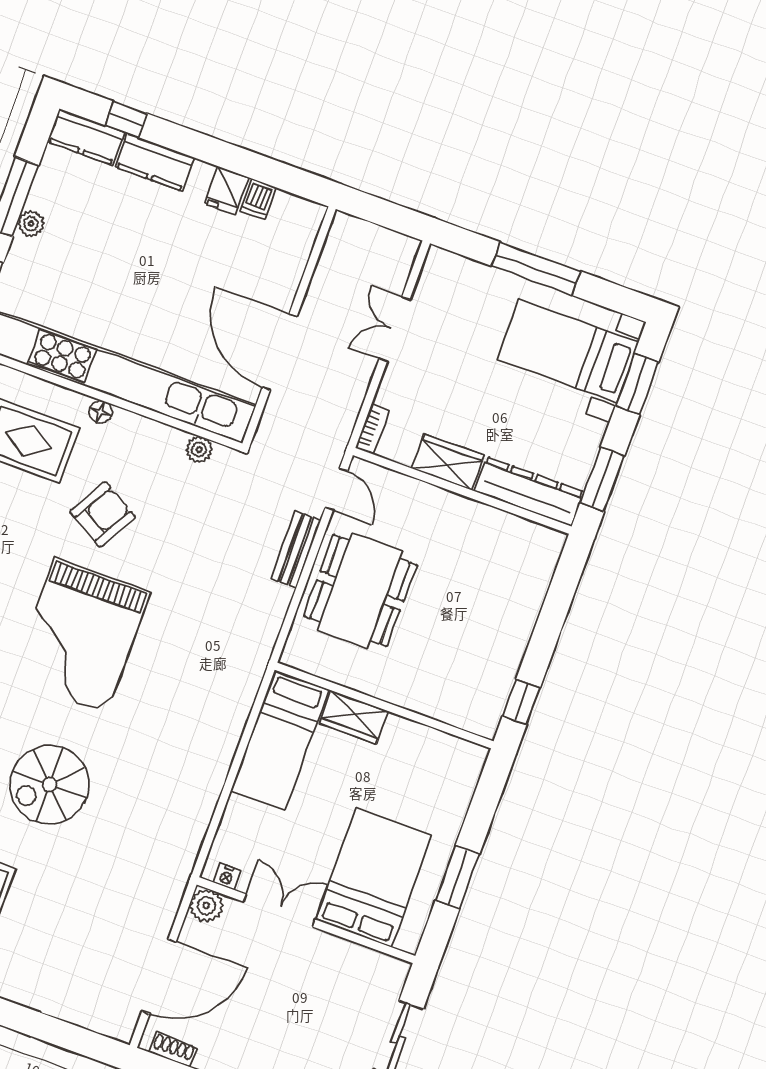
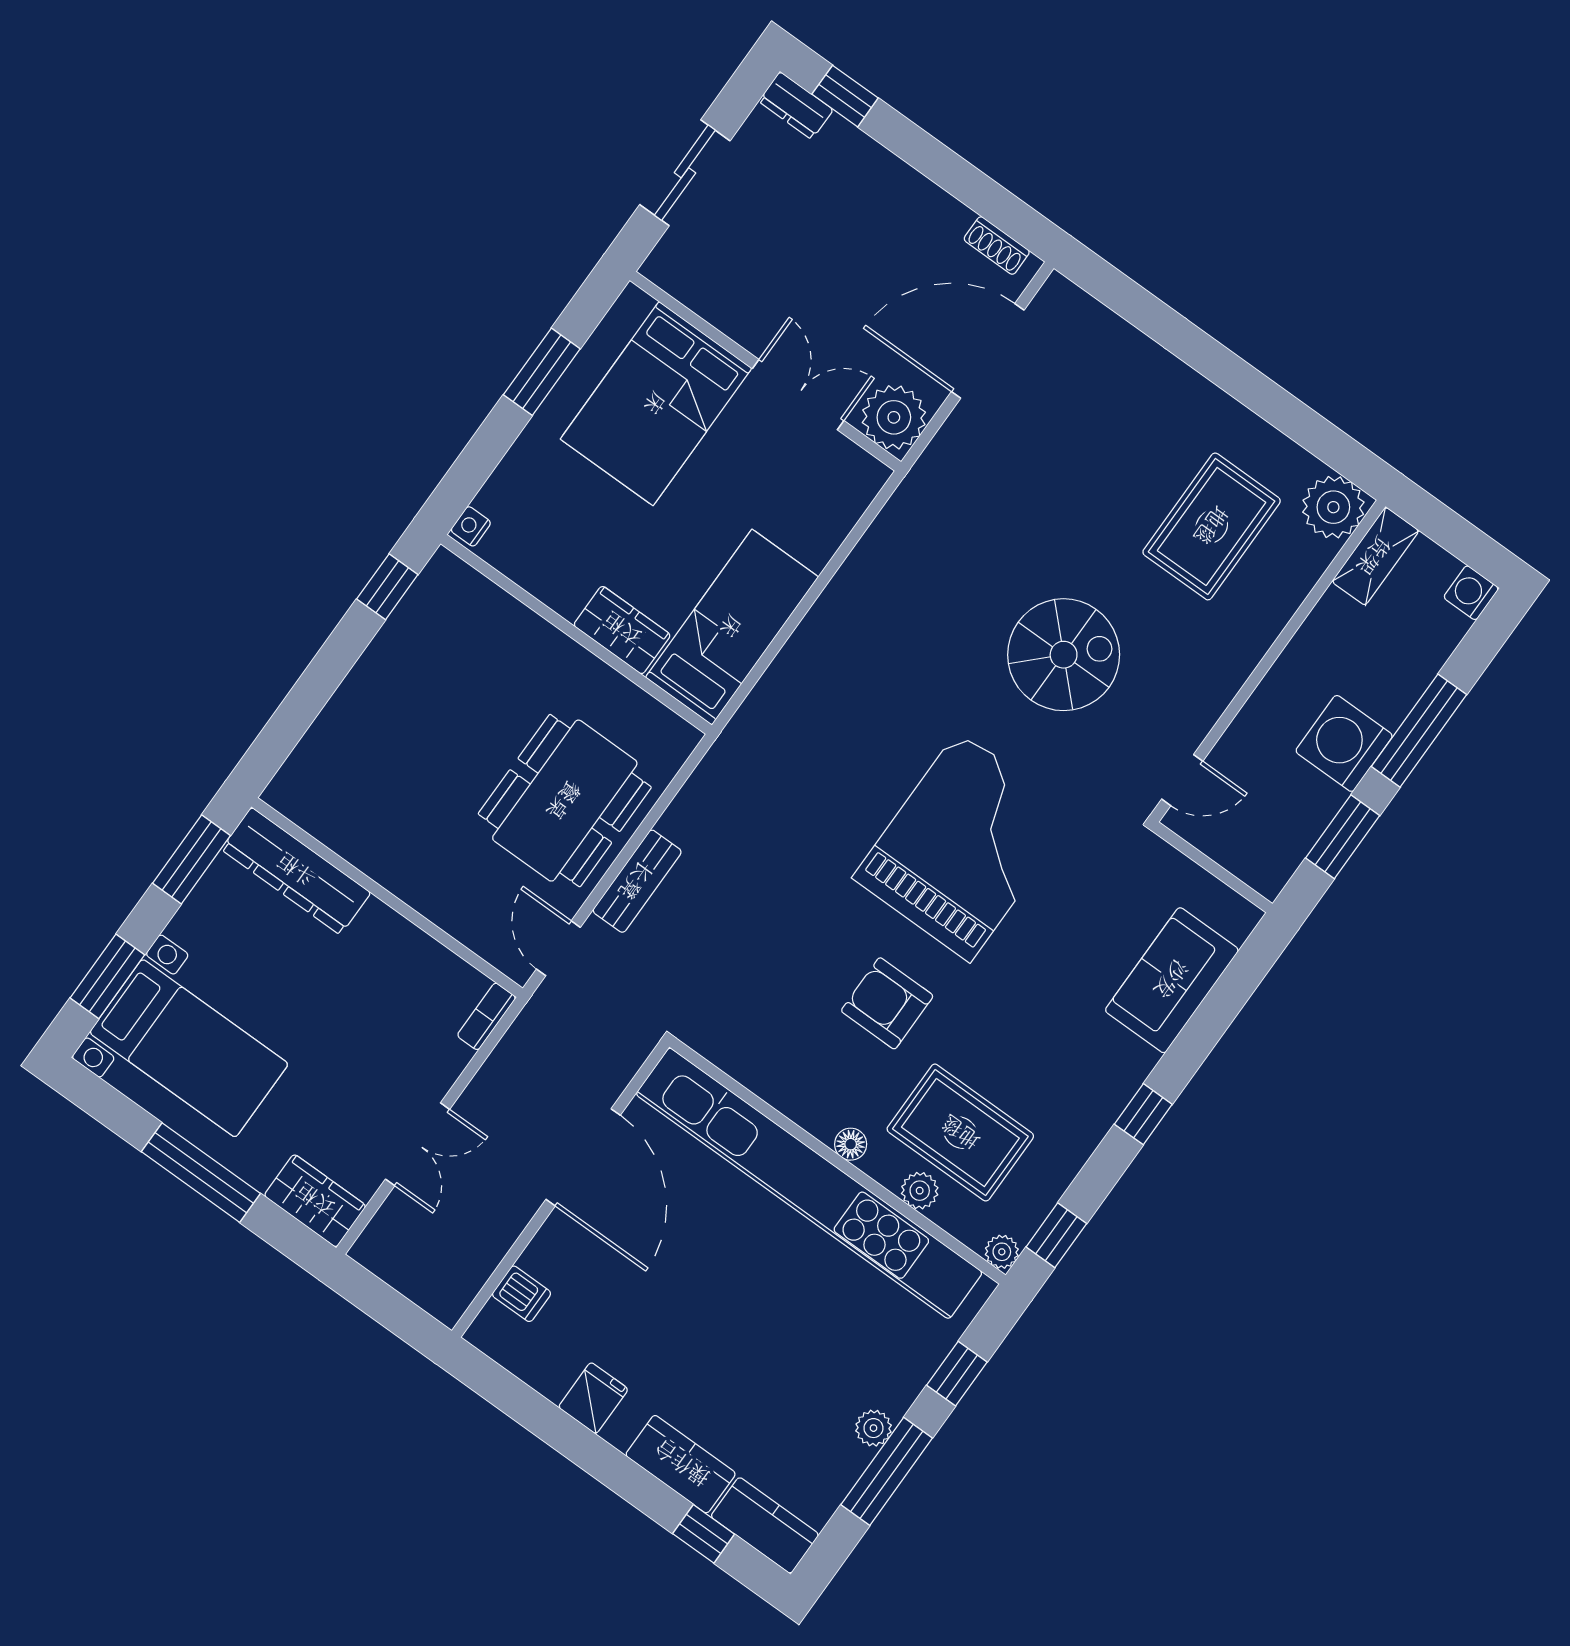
dishwasher: (258, 199) -> (521, 1294), moved, turned 90
plant: (199, 450) -> (920, 1191), moved
wardrobe: (448, 462) -> (315, 1201), moved, turned 180
armchair: (103, 514) -> (887, 1003), turned 60
nightstand: (227, 876) -> (471, 526), moved, turned -90
plant: (206, 906) -> (894, 417), width x1.36, depth x1.36
double door: (279, 911) -> (798, 395), swing flipped

